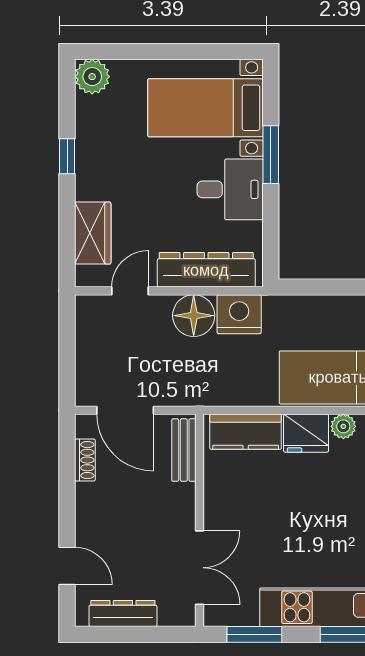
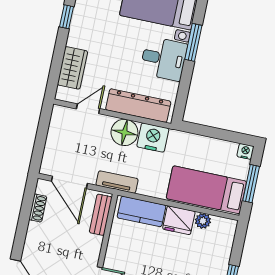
tv unit: (198, 394) -> (117, 182), added

